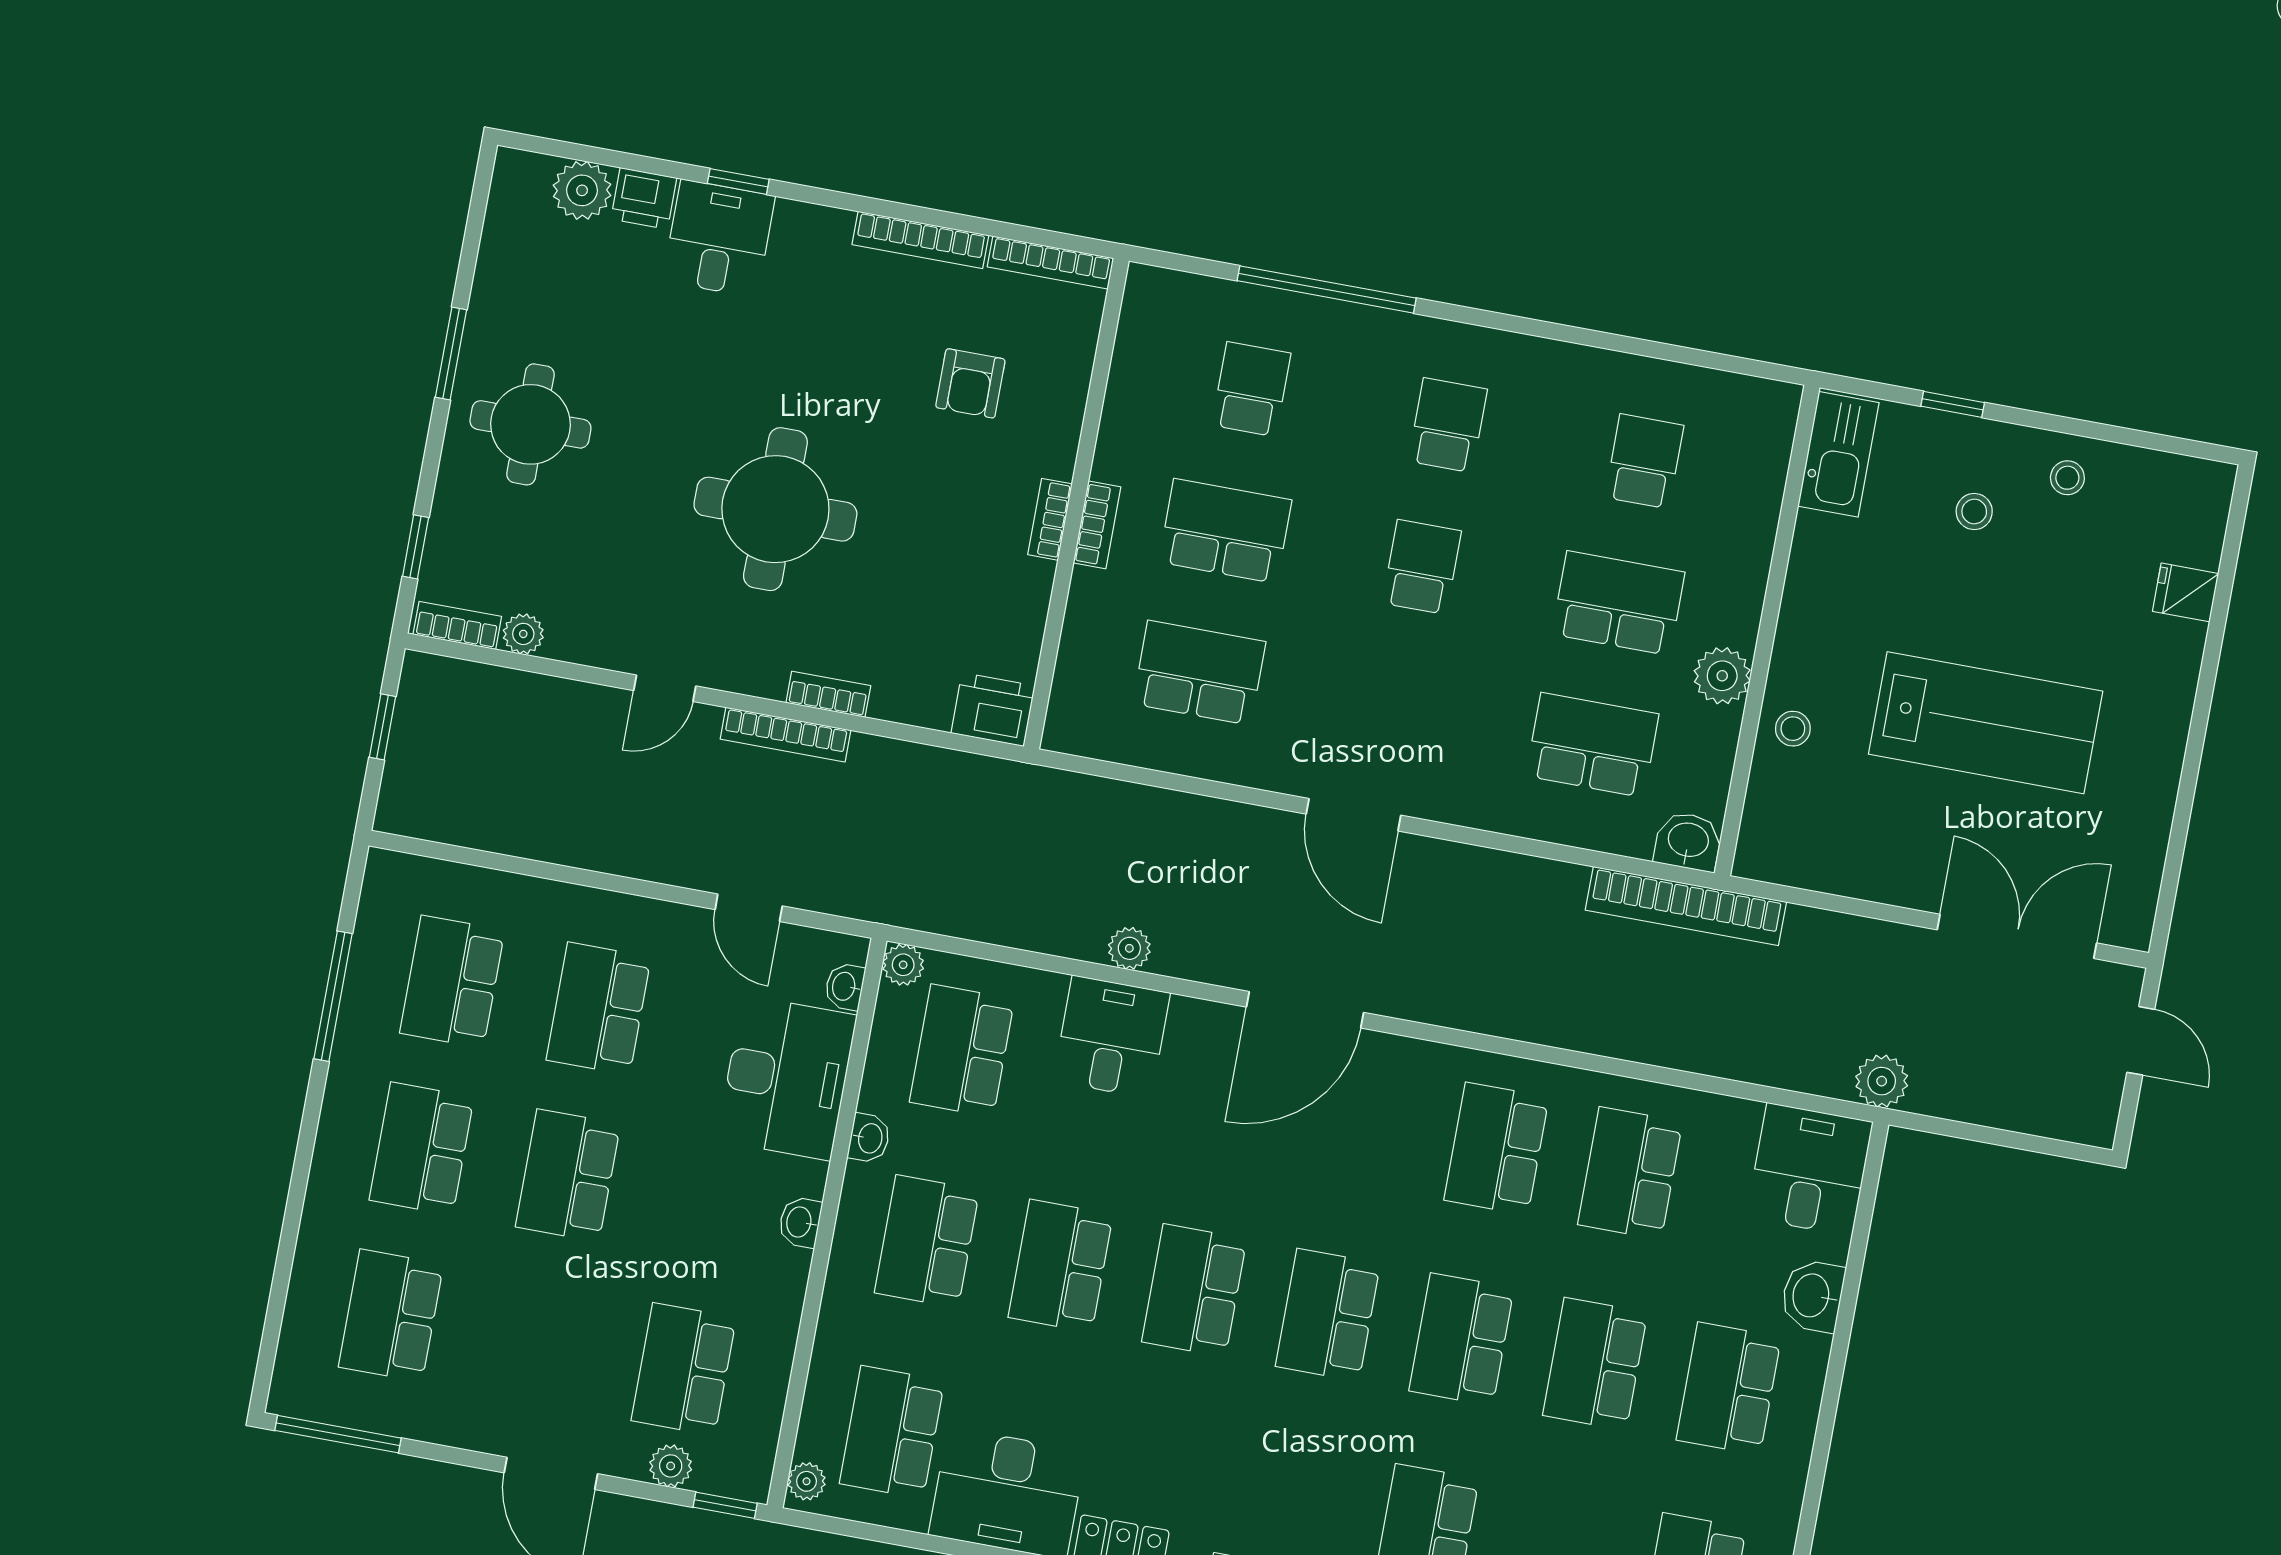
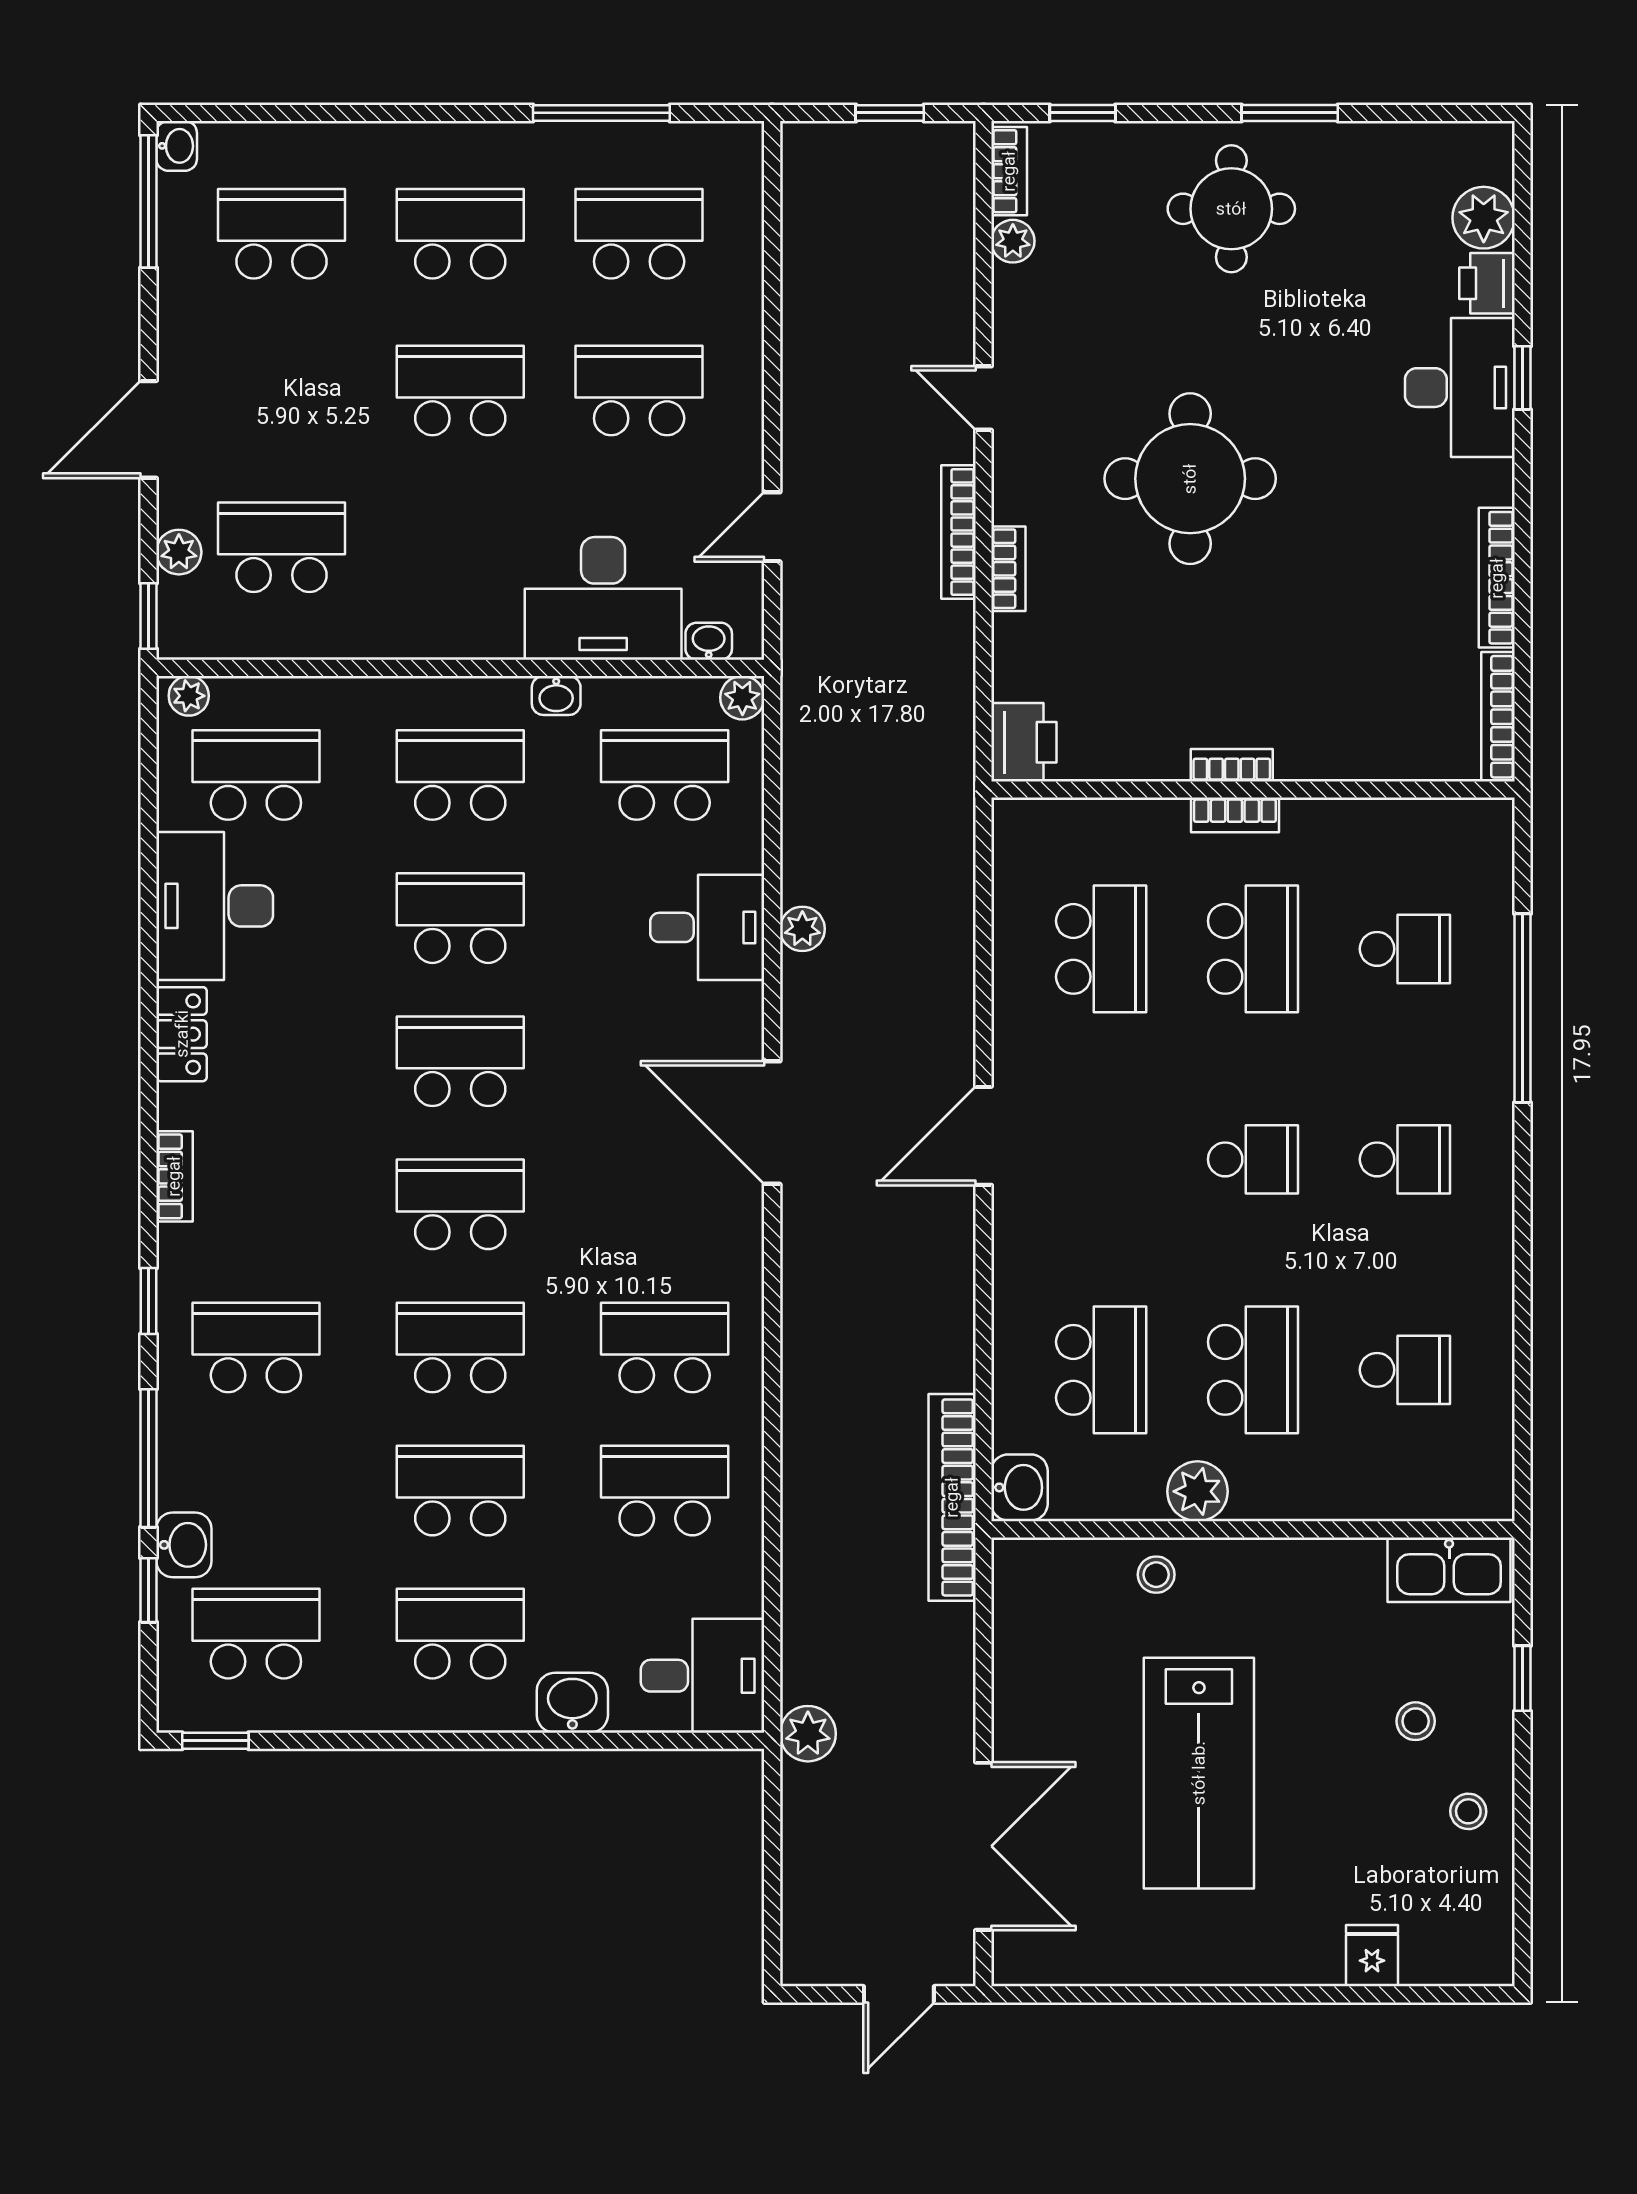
desk: (719, 238) -> (1460, 388), width x1.37
armchair: (970, 383) -> (1358, 657), removed
washbasin: (800, 1222) -> (177, 146), moved, turned 90

